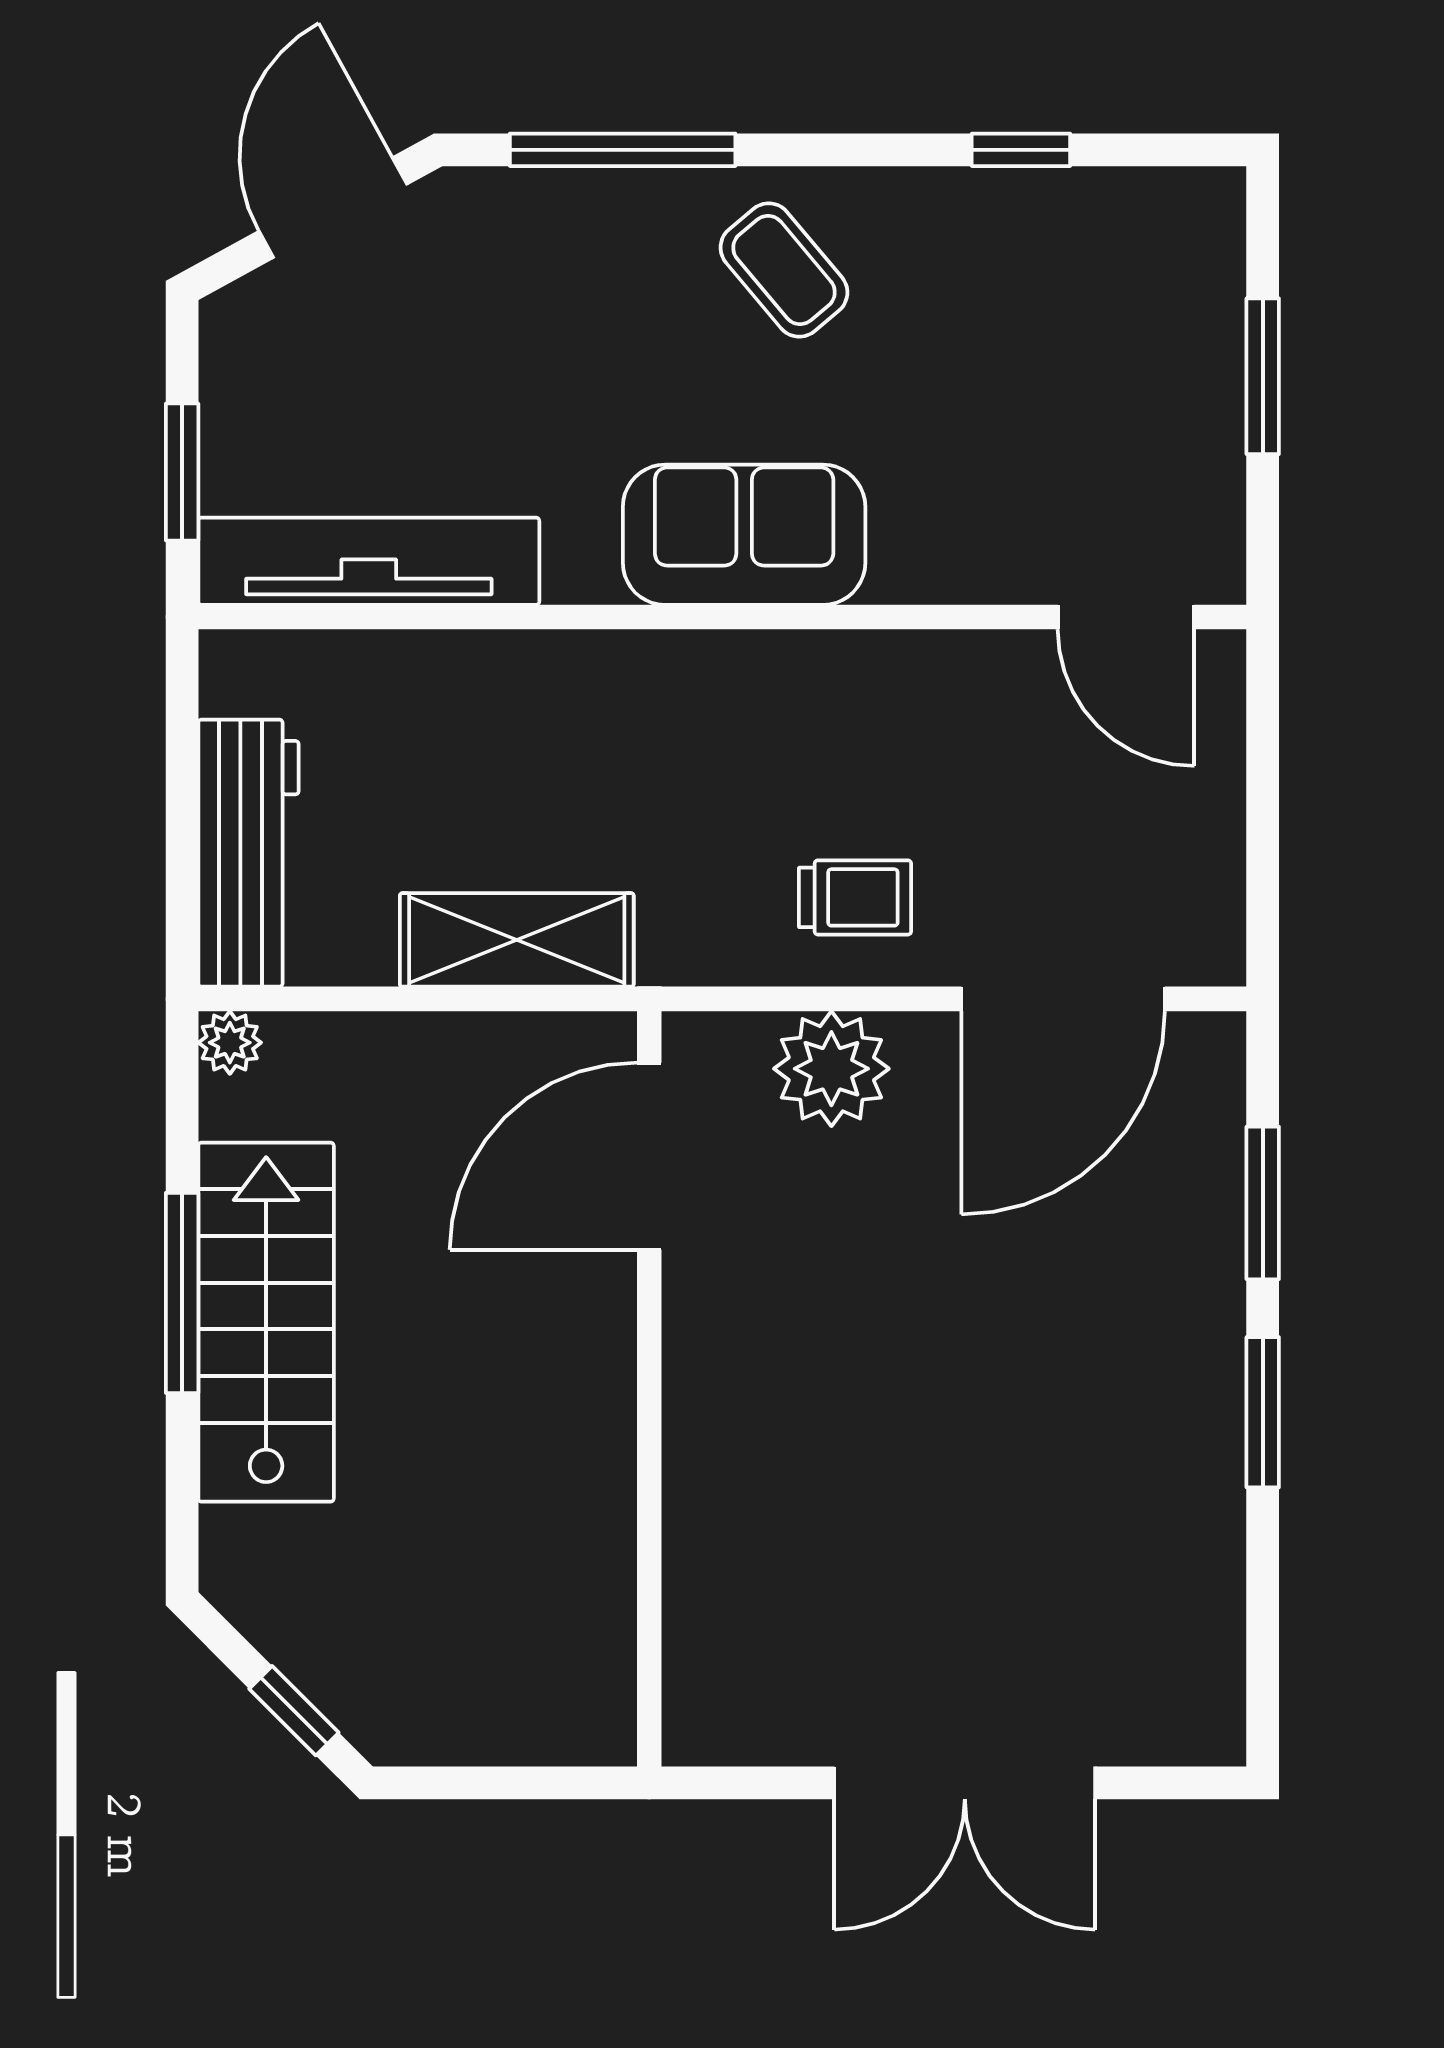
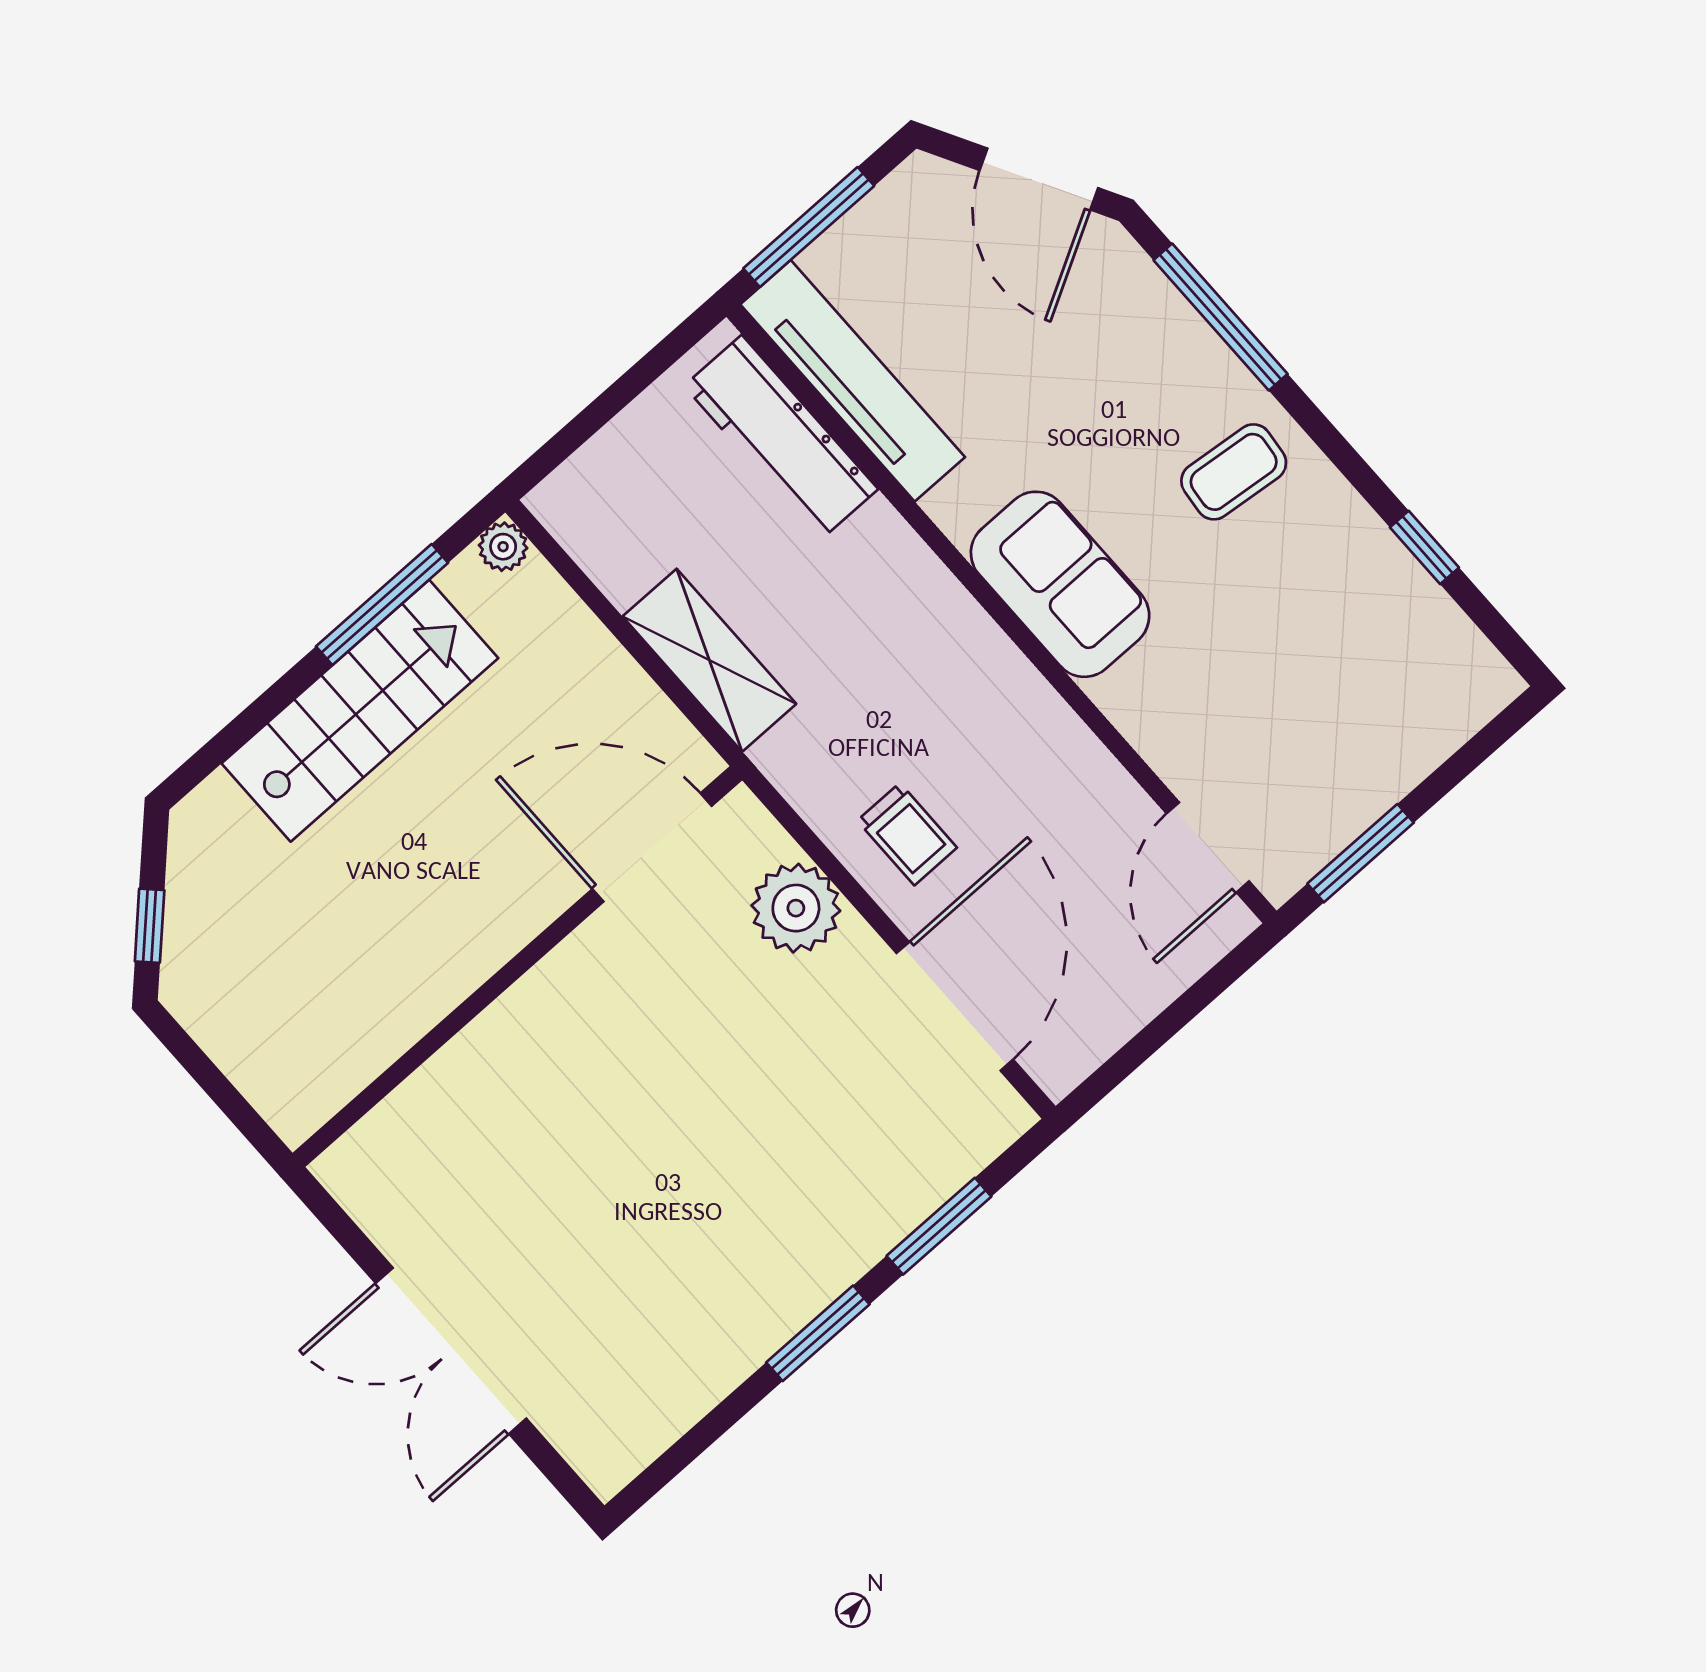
door: (333, 208) -> (1039, 179), swing flipped
coffee table: (784, 270) -> (1234, 472), turned 46
window: (1263, 376) -> (1361, 853), moved
window: (182, 472) -> (809, 227), width x1.44
workbench: (248, 853) -> (781, 437), moved, turned 90
door: (1063, 999) -> (955, 1006), swing flipped
window: (182, 1293) -> (382, 605), moved

